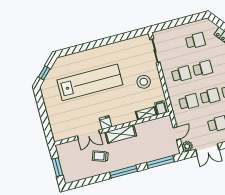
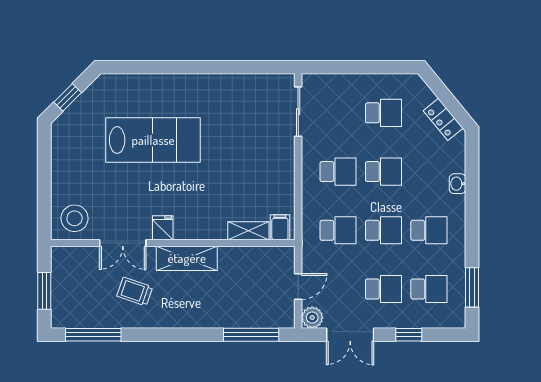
lab bench: (90, 82) -> (153, 140), width x0.73
stool: (144, 82) -> (75, 218), moved
window: (124, 172) -> (93, 335), moved

